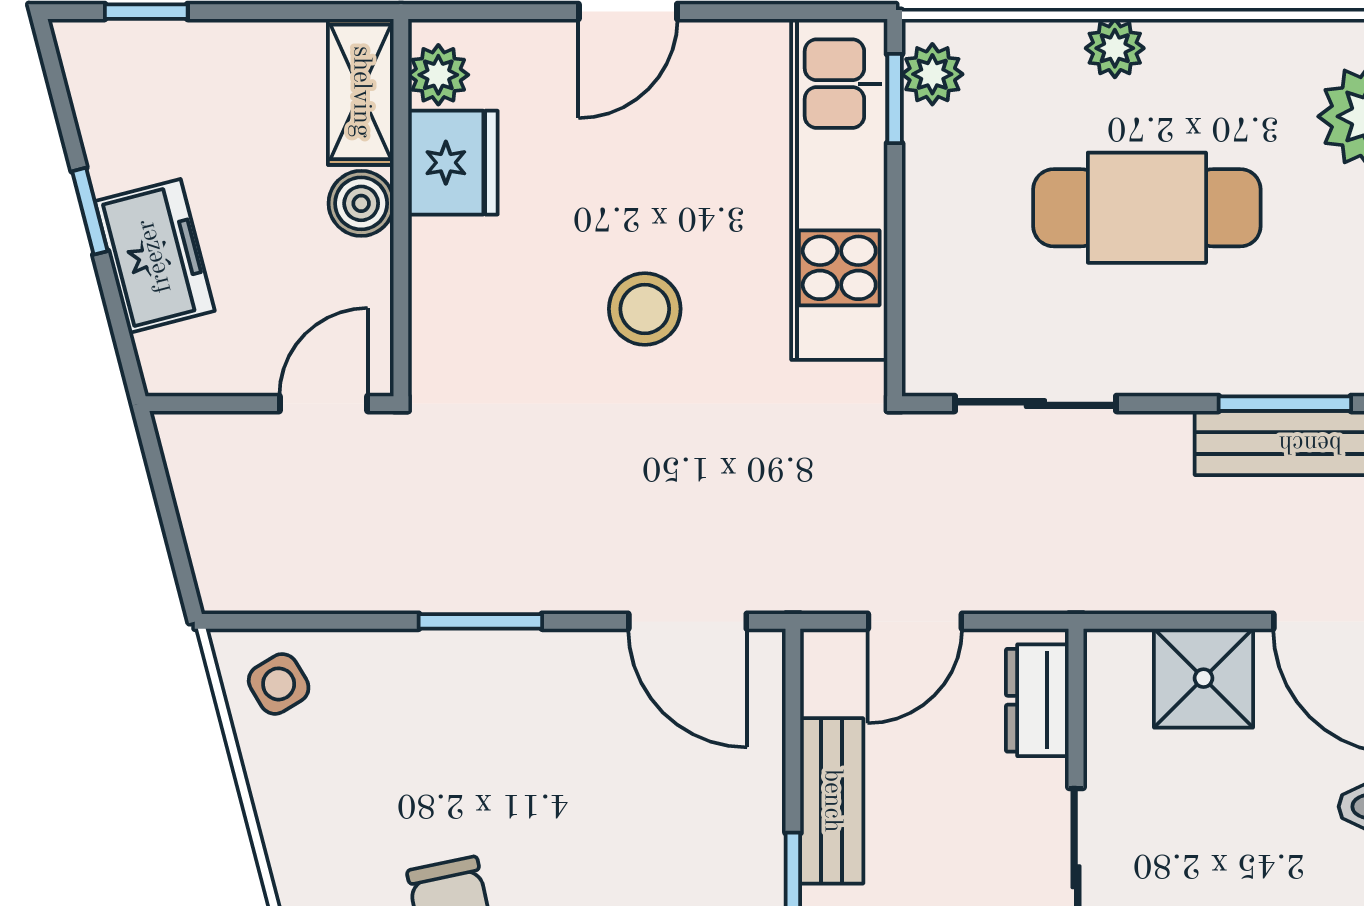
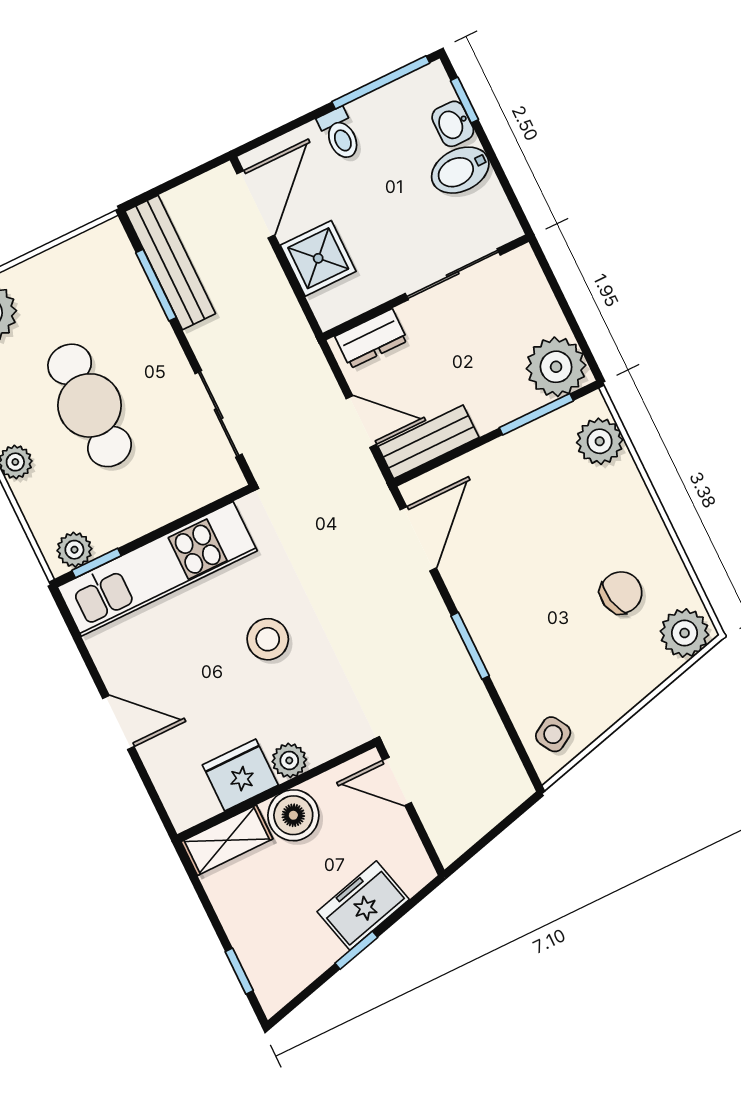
plant: (438, 75) -> (289, 760), moved
boiler: (361, 203) -> (293, 815), width x1.36, depth x1.36
bench: (832, 801) -> (428, 442), moved

